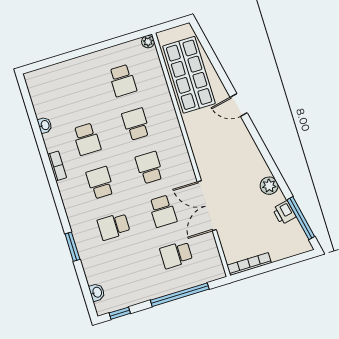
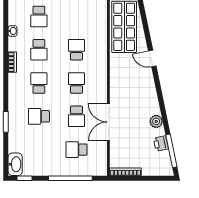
school desk: (123, 81) -> (39, 17), moved
washbasin: (97, 292) -> (15, 164), width x1.91, depth x1.45

